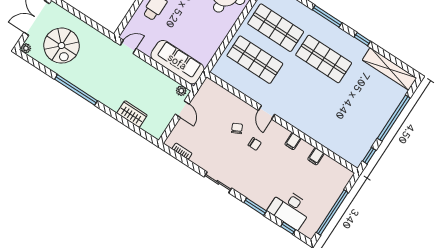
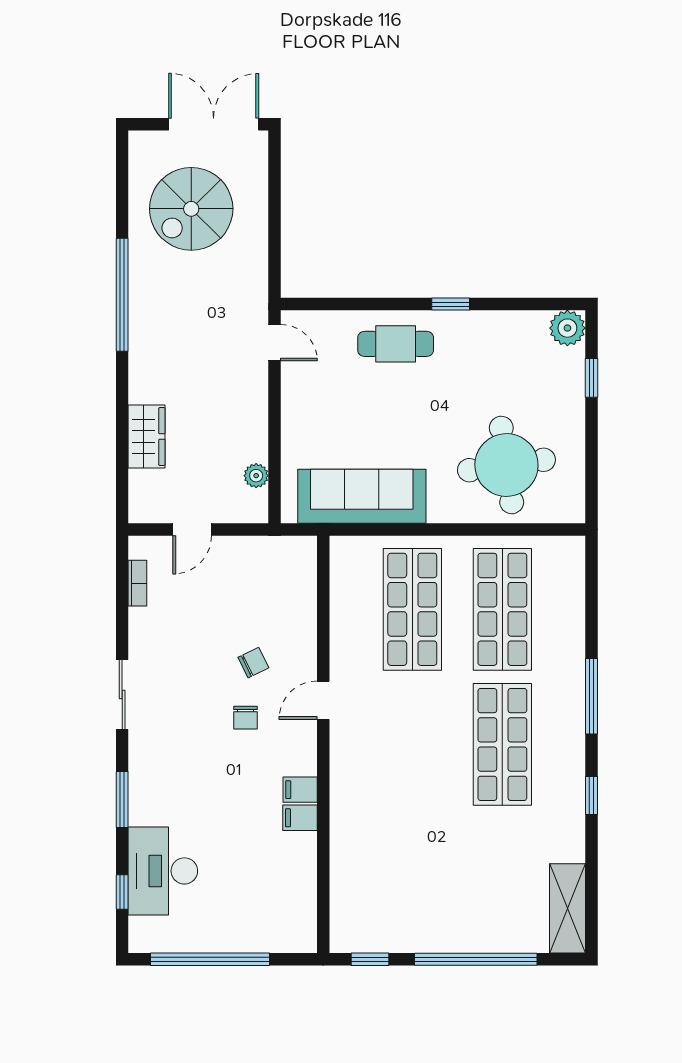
plant: (26, 48) -> (140, 142), removed
sofa: (177, 62) -> (362, 496), moved, turned -90
shelving: (389, 69) -> (567, 908), width x0.68
plant: (181, 91) -> (256, 476), moved
door: (182, 109) -> (192, 530), moved
filing cabinet: (316, 156) -> (300, 818), moved

